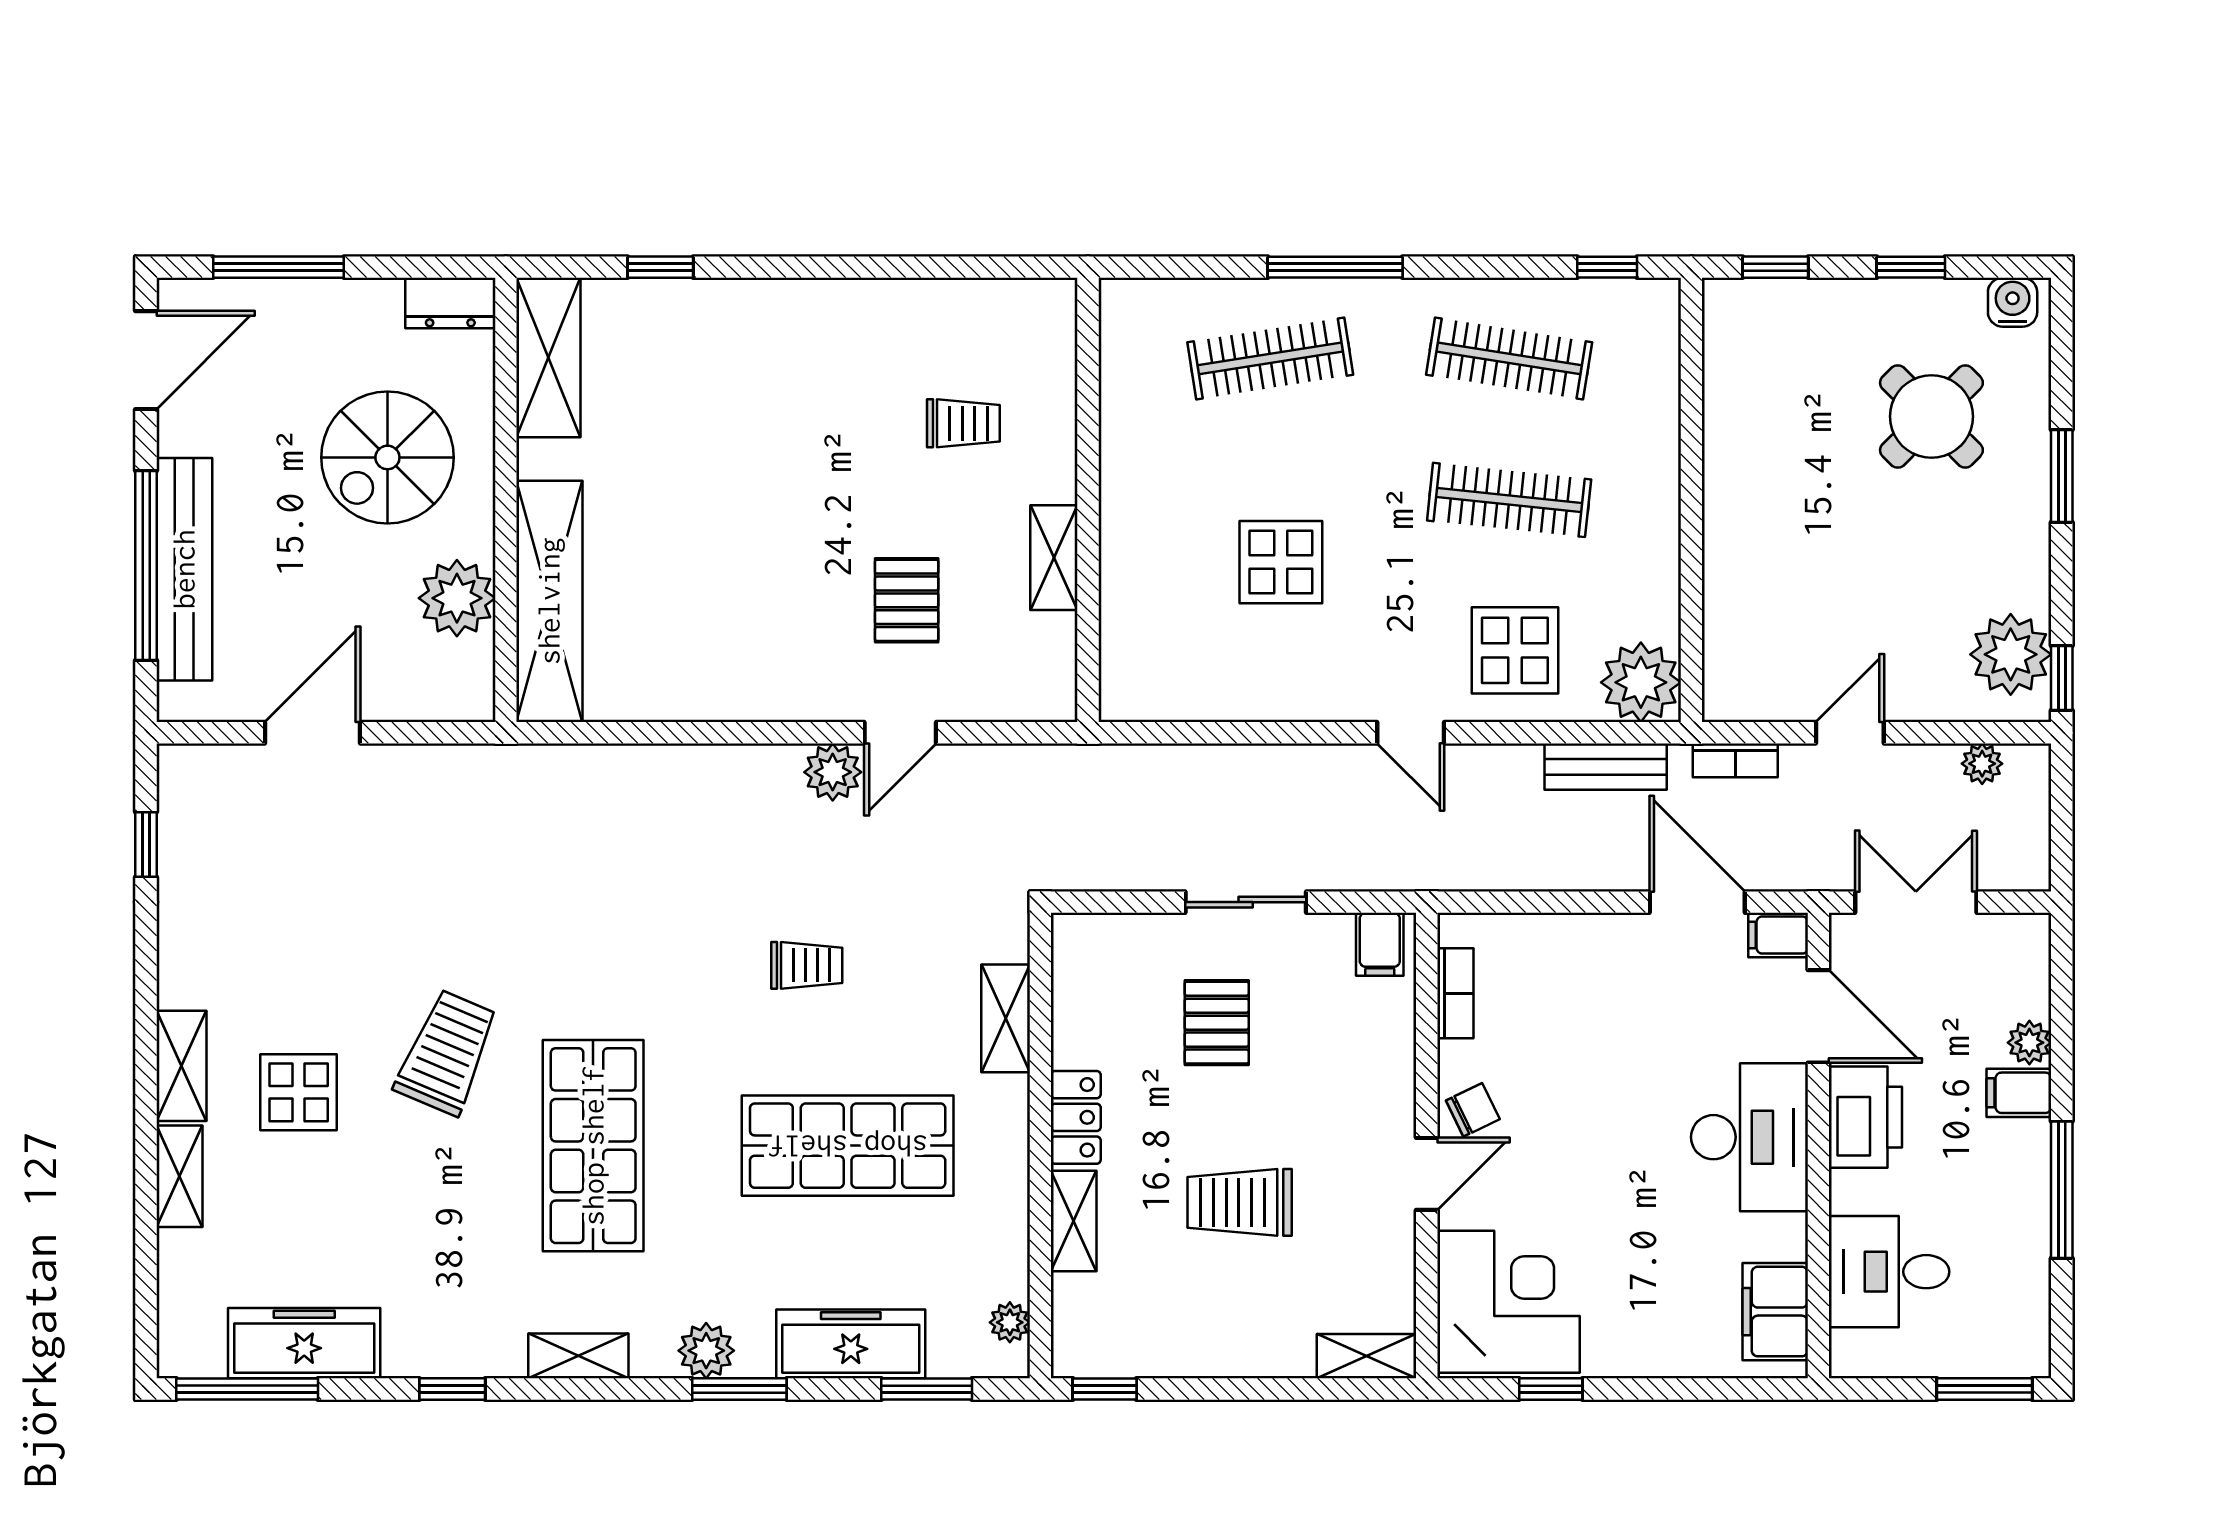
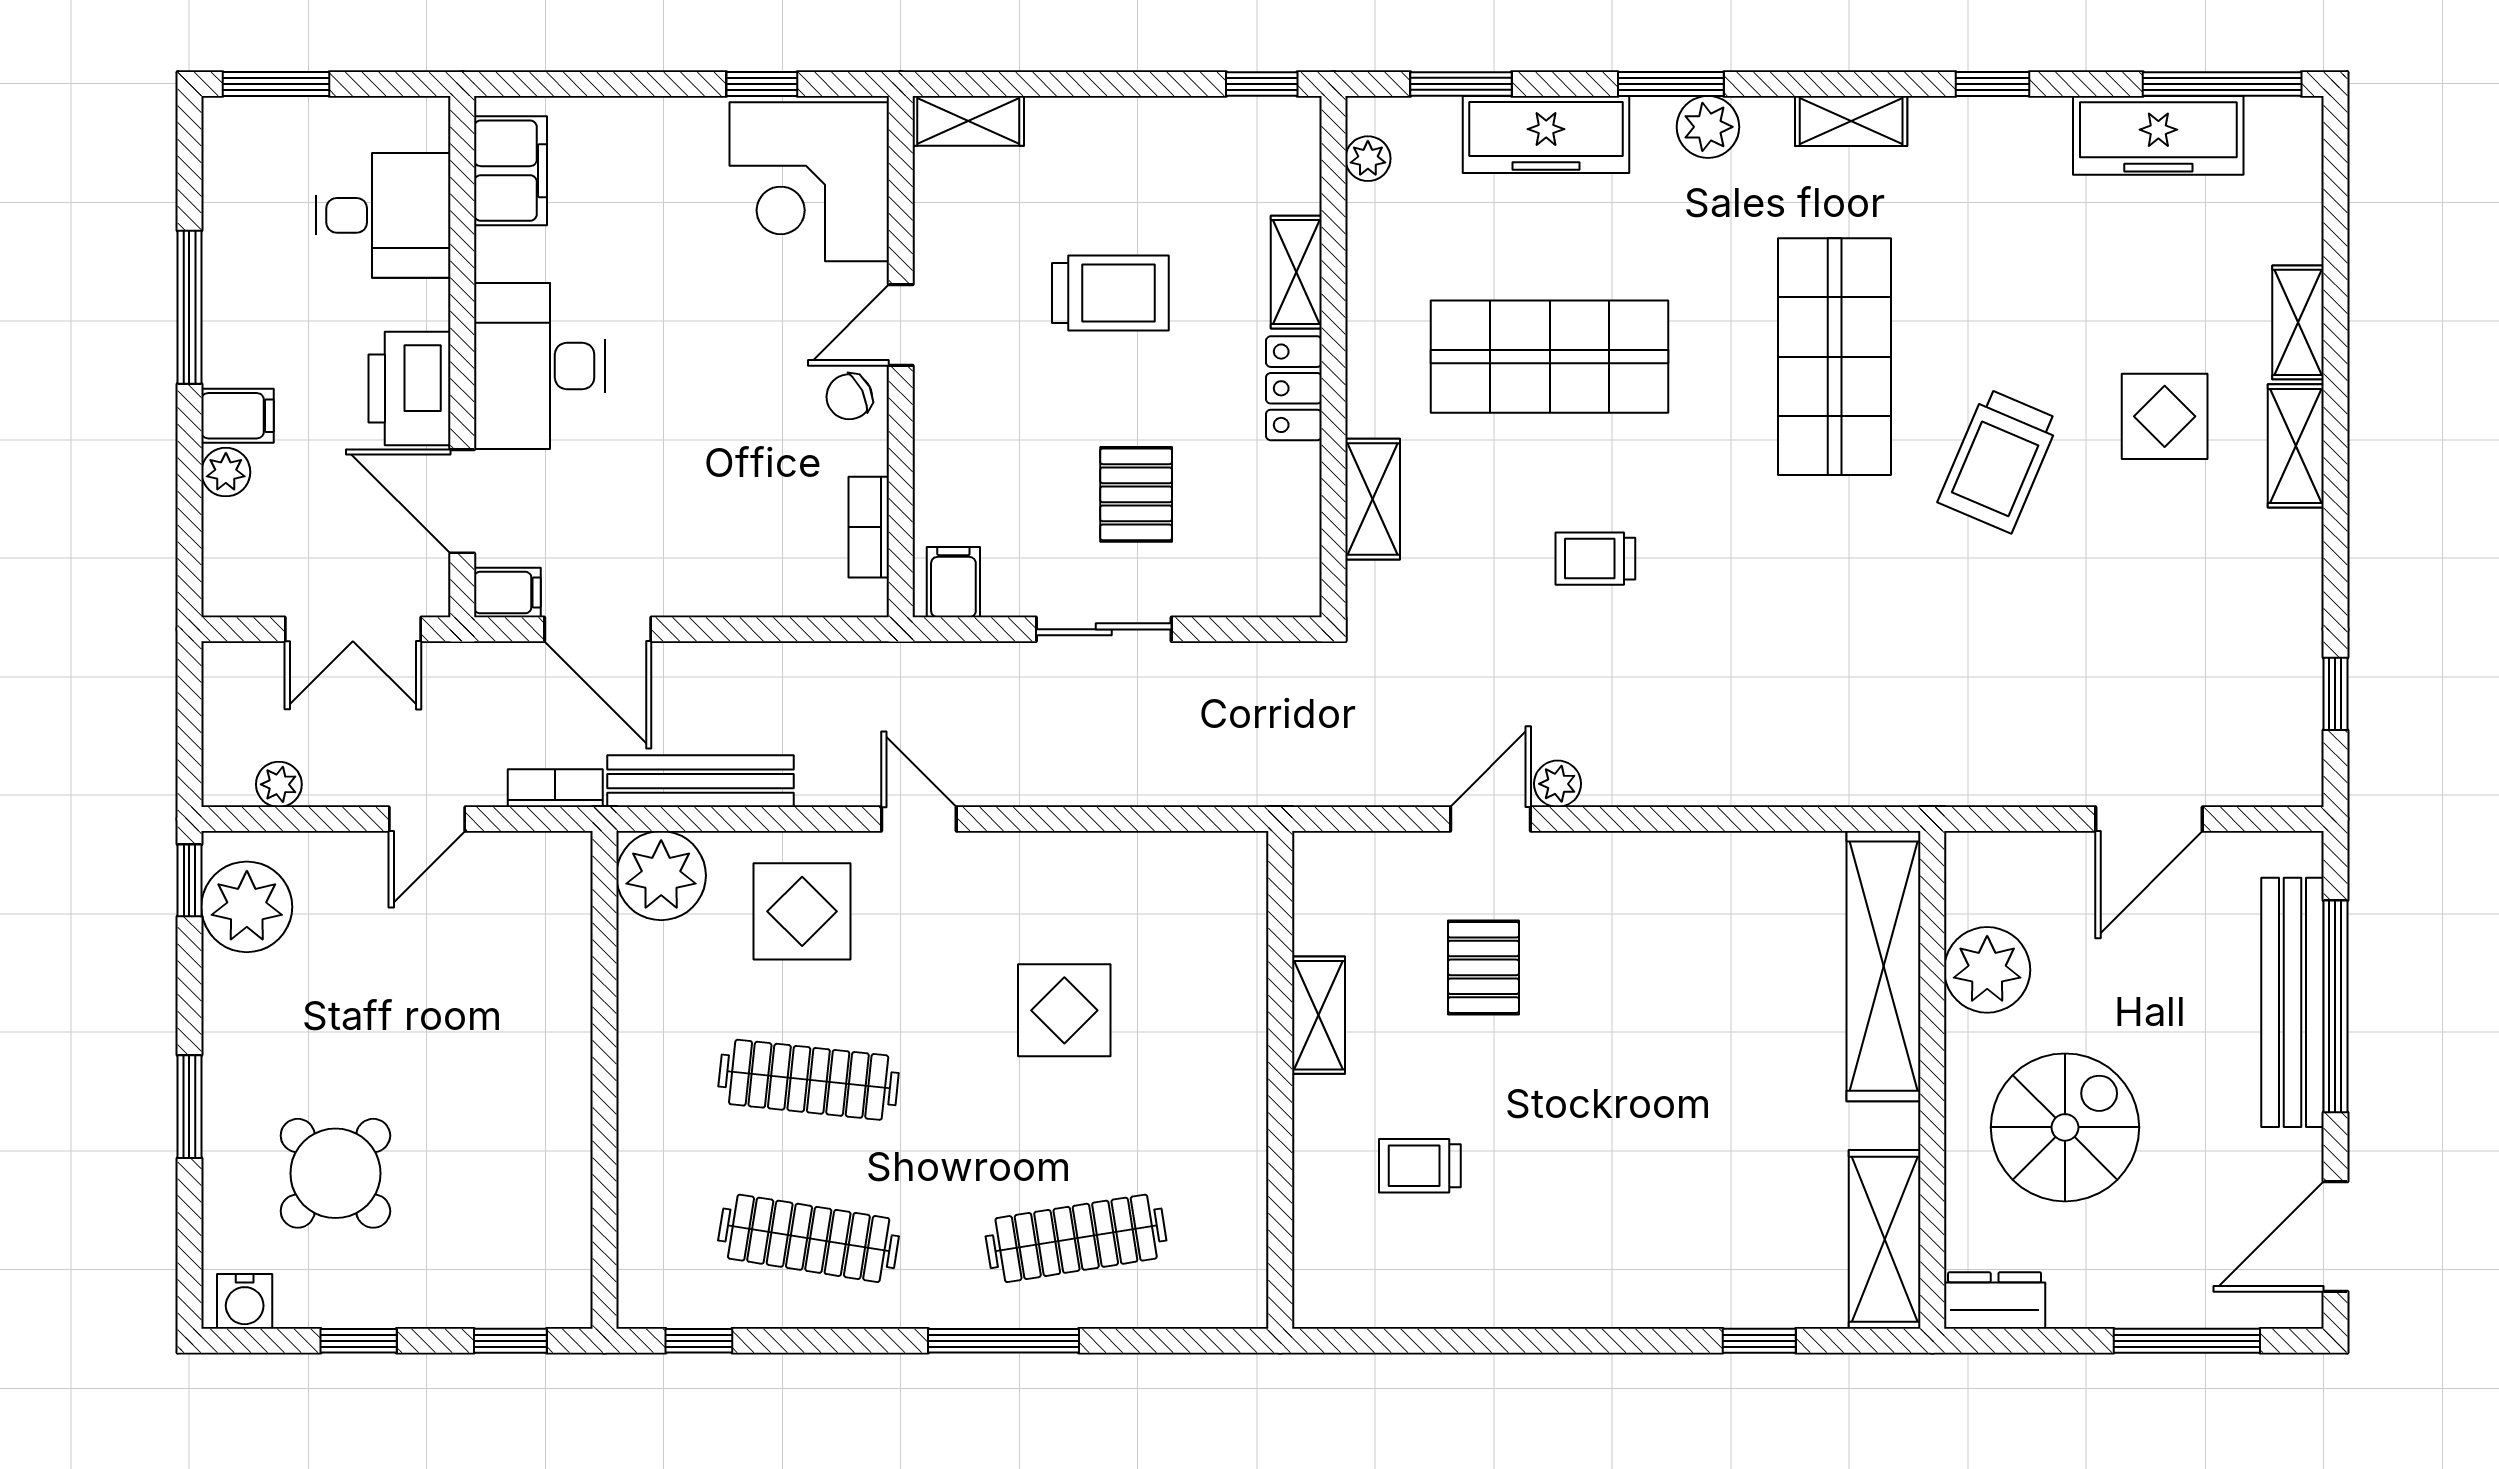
bench: (1606, 767) -> (701, 781), width x1.36
plant: (833, 772) -> (1558, 784), width x0.73, depth x0.73

